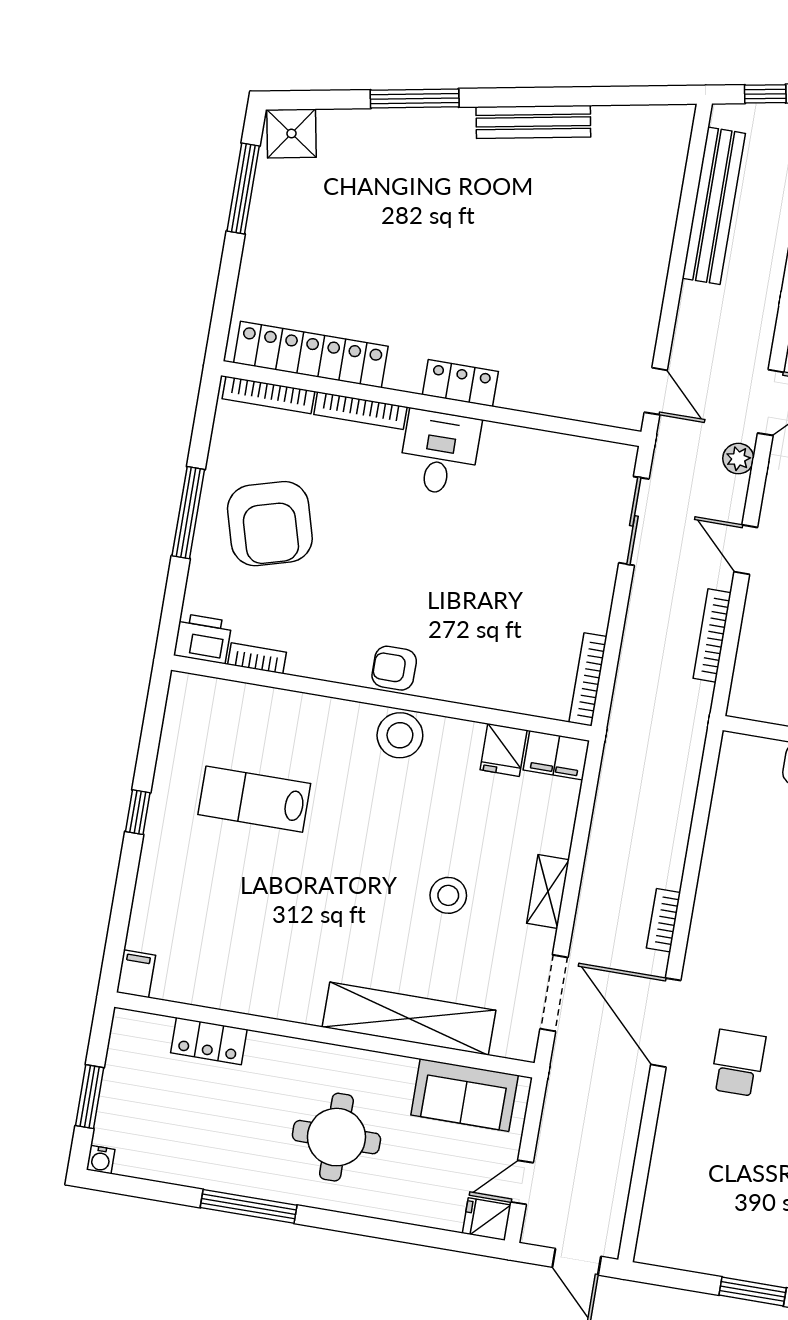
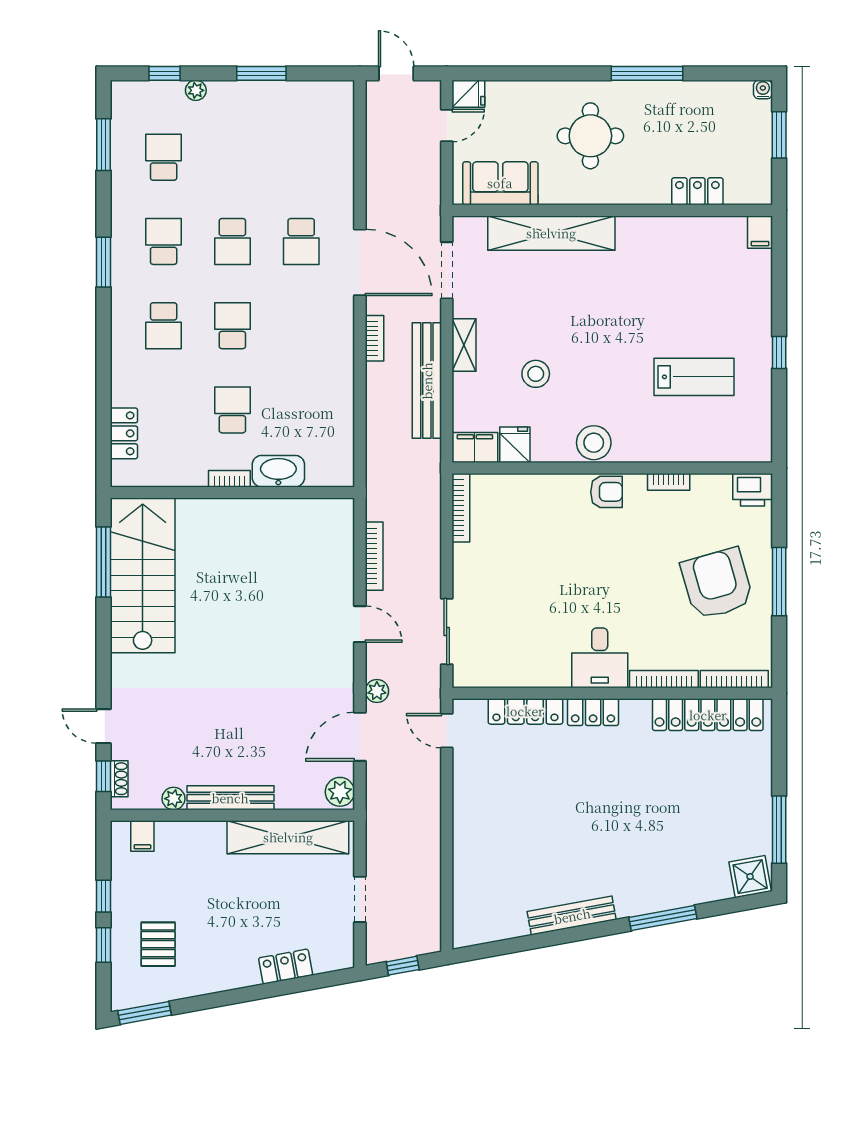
bench: (714, 206) -> (427, 381), moved
locker: (549, 399) -> (525, 711), added
bookcase: (257, 658) -> (669, 482), moved
stool: (448, 895) -> (536, 374), moved

